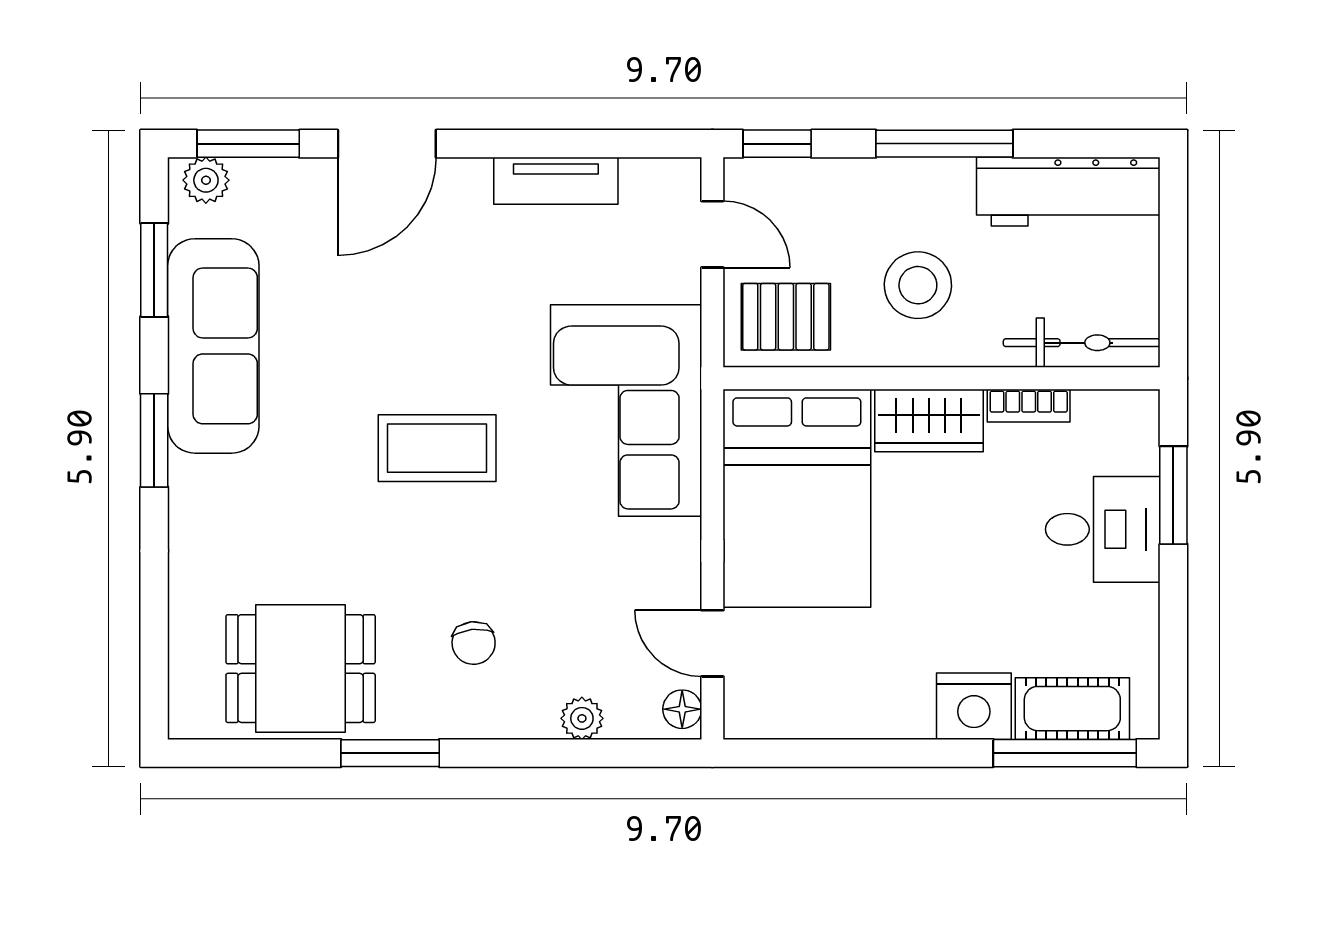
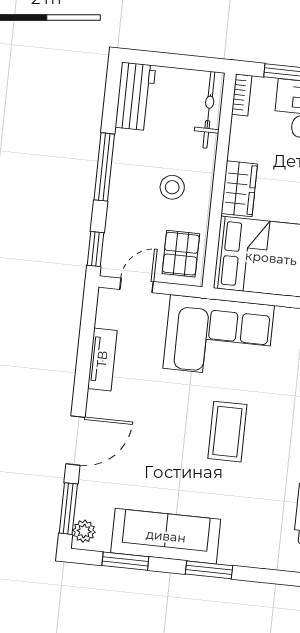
door: (387, 144) -> (75, 440), hinge flipped
workbench: (1068, 192) -> (135, 96), width x0.73
stool: (918, 285) -> (172, 187), width x0.73, depth x0.73
bookcase: (1029, 406) -> (242, 95), moved

